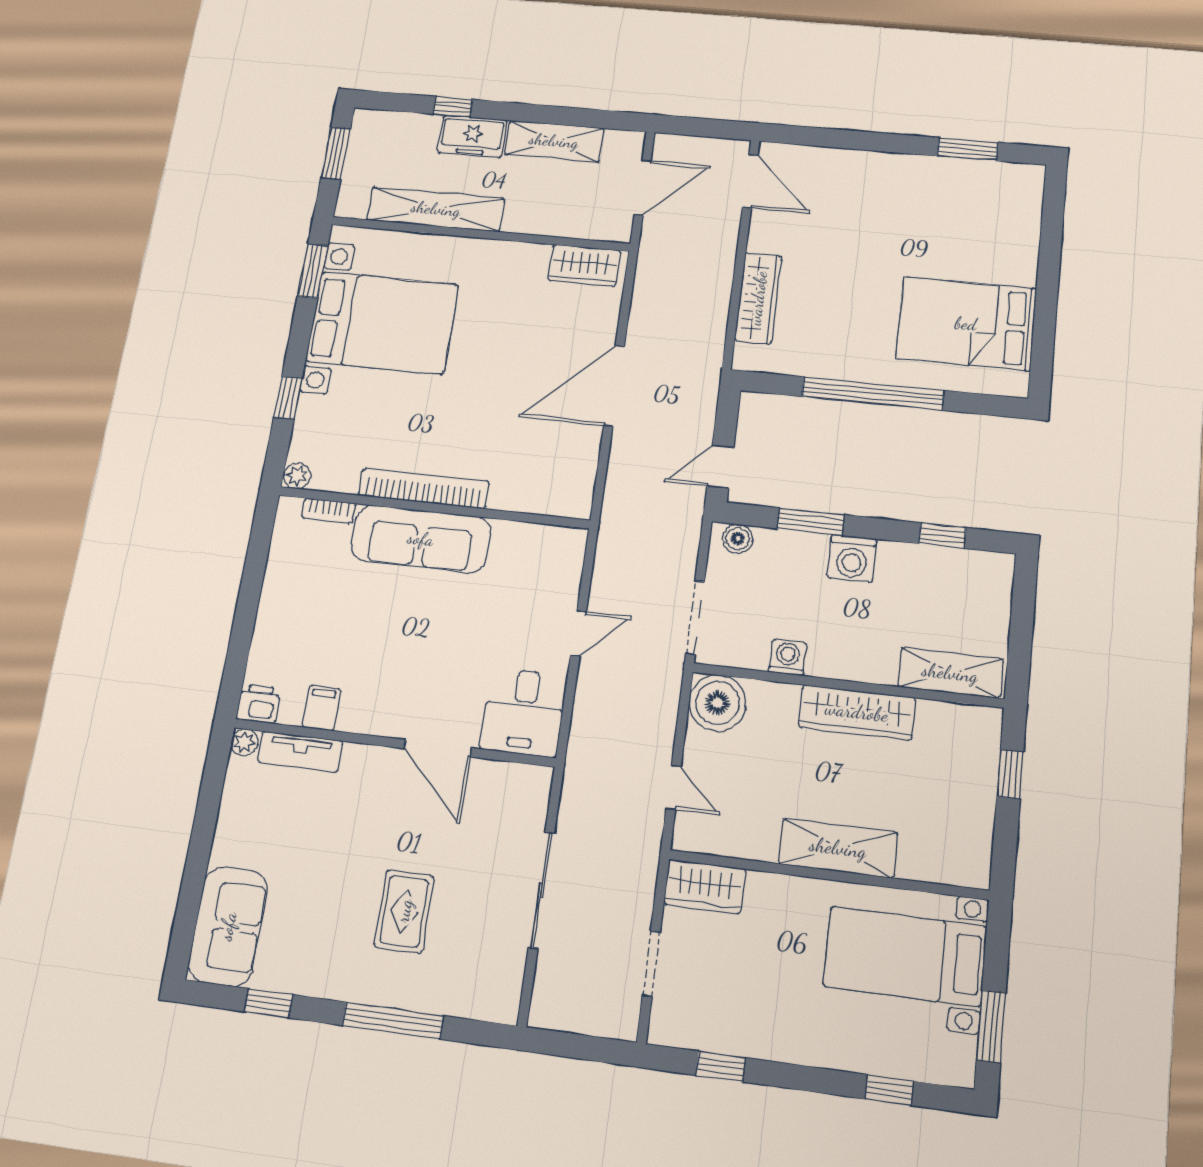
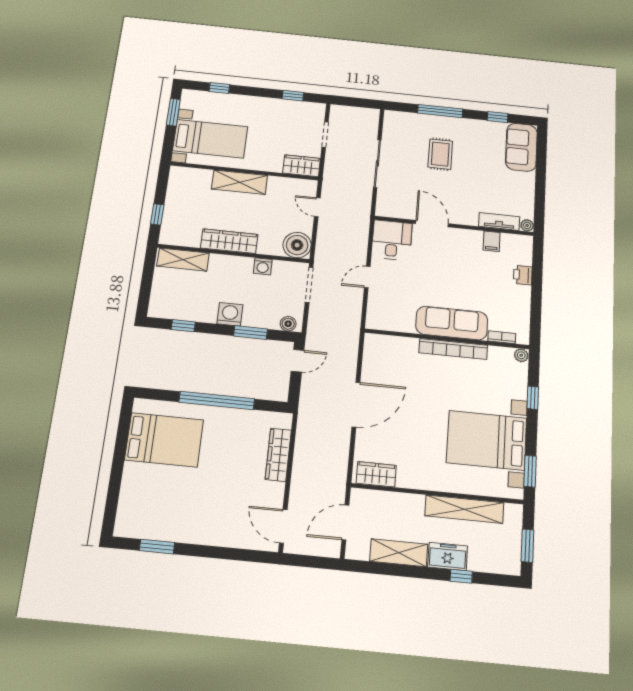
printer: (258, 704) -> (523, 275), moved, turned 90

